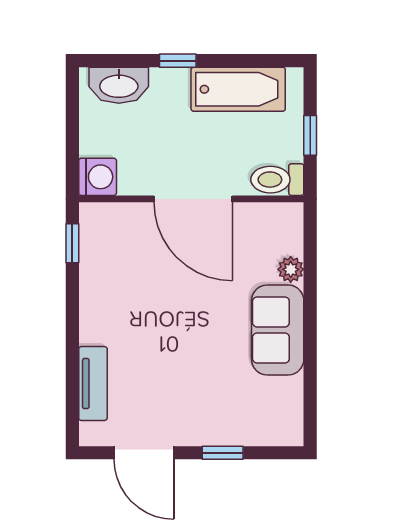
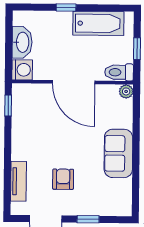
washbasin: (119, 85) -> (22, 42), moved, turned -90
plant: (291, 269) -> (126, 91), moved
armchair: (176, 379) -> (63, 179), added

